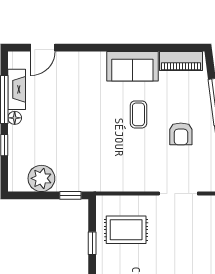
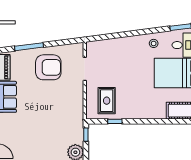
coffee table: (138, 114) -> (37, 93), removed
armchair: (181, 134) -> (48, 67), width x1.88, depth x1.88

